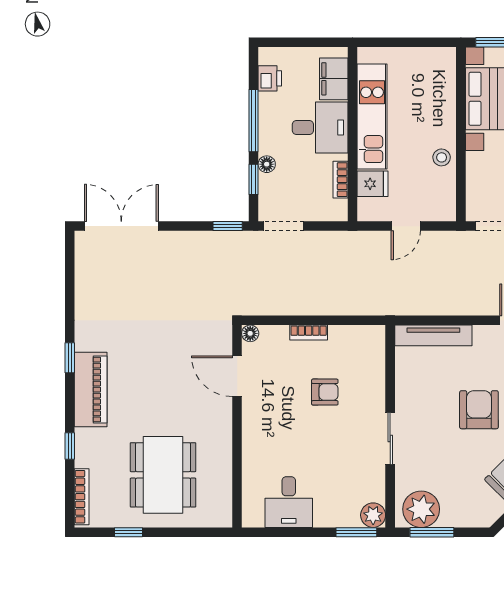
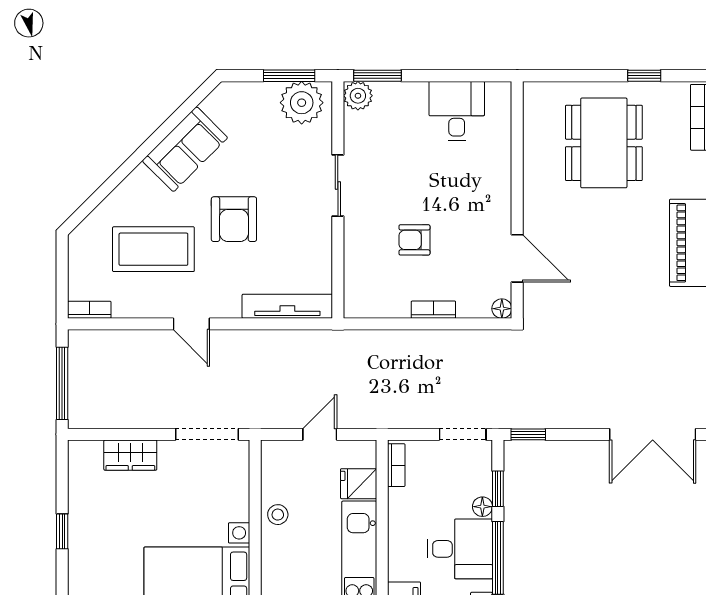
desk: (320, 128) -> (460, 549), moved, turned 180
bookcase: (340, 180) -> (396, 465), moved

